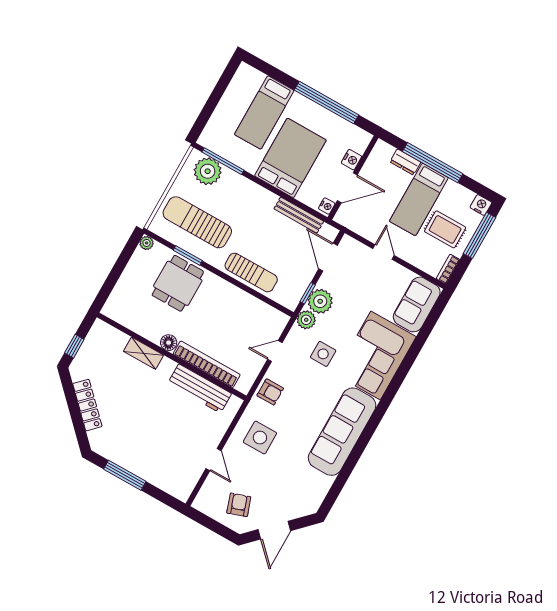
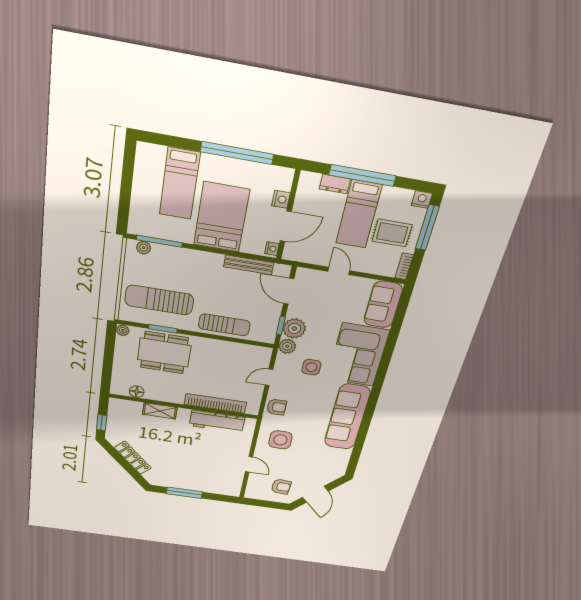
plant: (208, 171) -> (144, 248), width x0.53, depth x0.53
dining table: (178, 283) -> (164, 353), width x1.38
floor lamp: (169, 343) -> (137, 392), moved
armchair: (239, 505) -> (281, 487), turned 113

